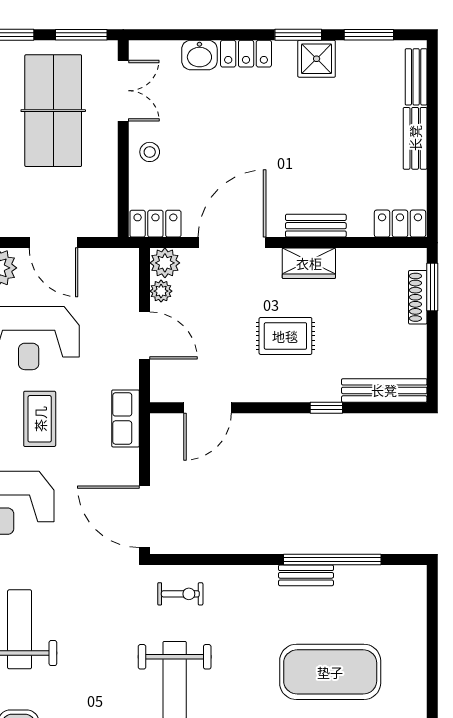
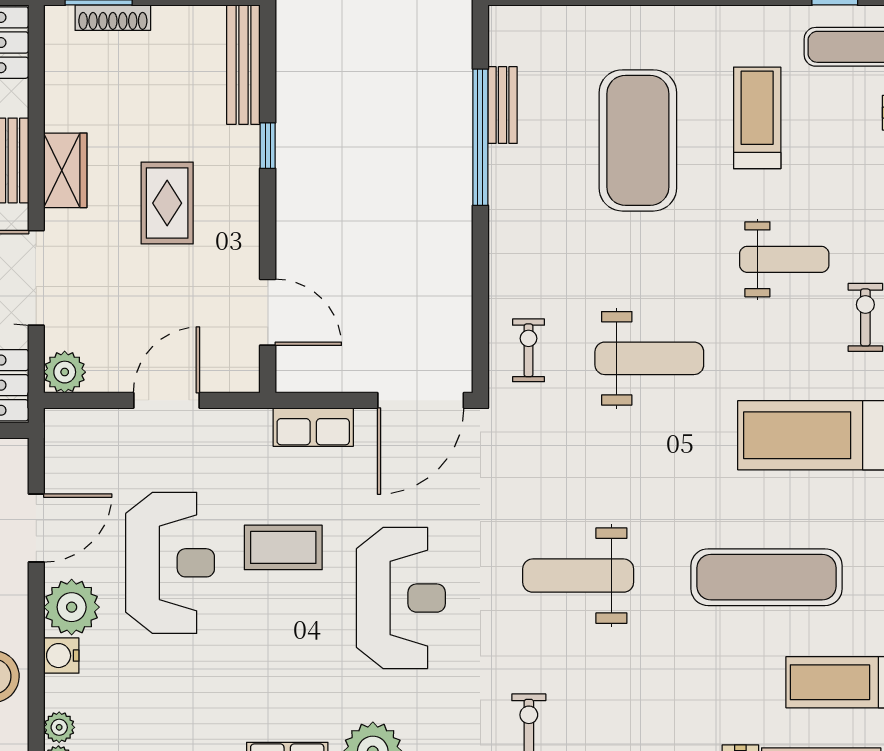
plant: (161, 291) -> (104, 377), removed
row of seats: (126, 418) -> (313, 427), moved
bench: (306, 575) -> (503, 105), moved

